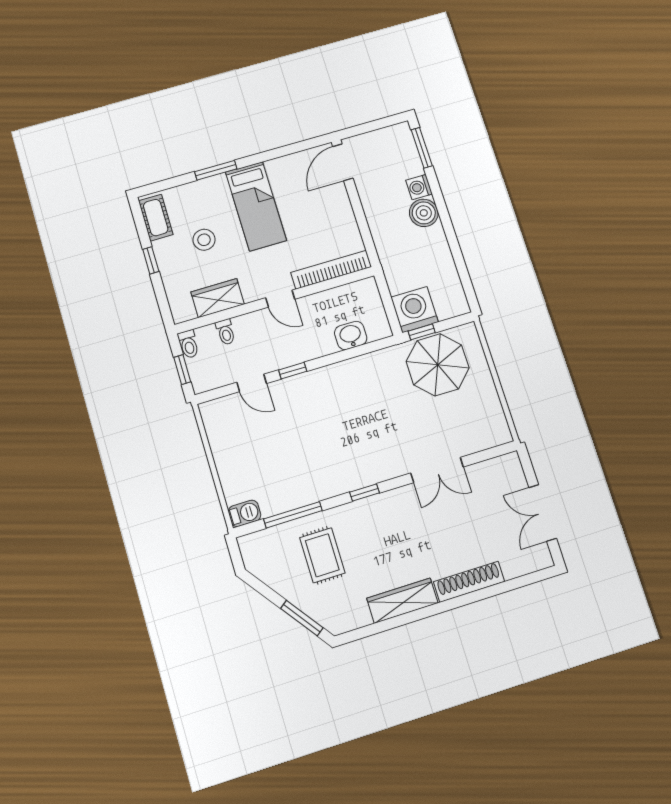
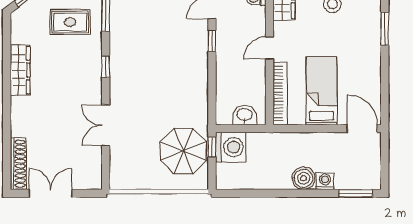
bed: (256, 206) -> (322, 91), moved, turned 90
washbasin: (351, 335) -> (245, 115), moved, turned -90
shoe rack: (469, 582) -> (18, 164), moved

